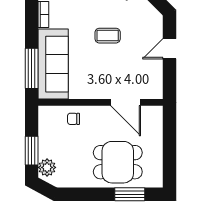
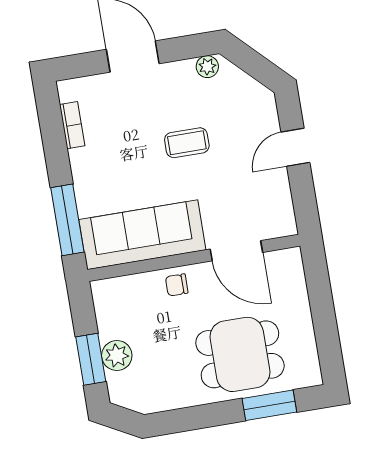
sofa: (53, 64) -> (142, 235), moved, turned -90
chair: (74, 119) -> (177, 285), moved
plant: (47, 167) -> (117, 355), moved

